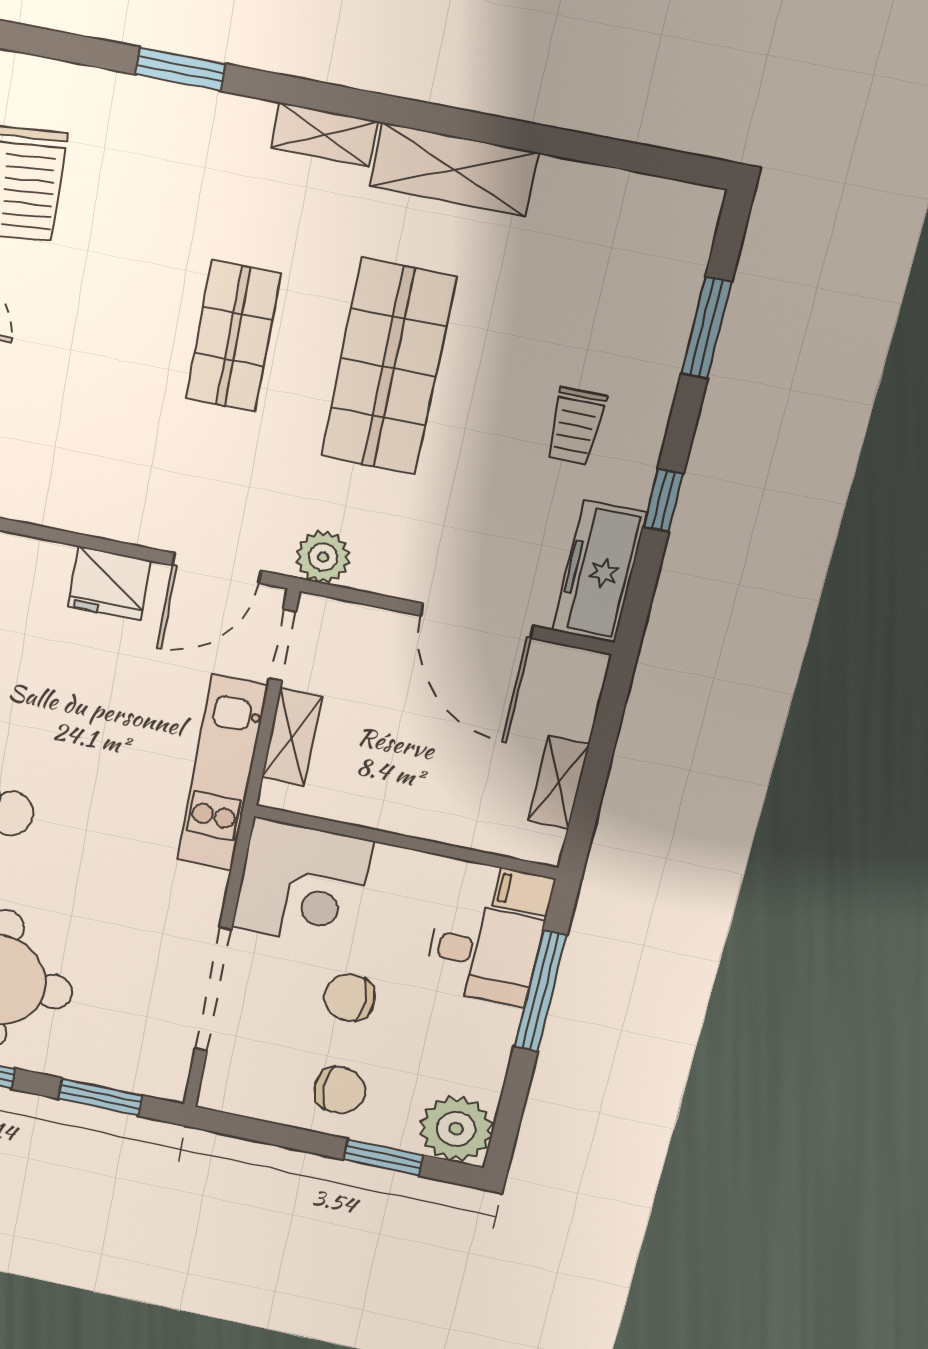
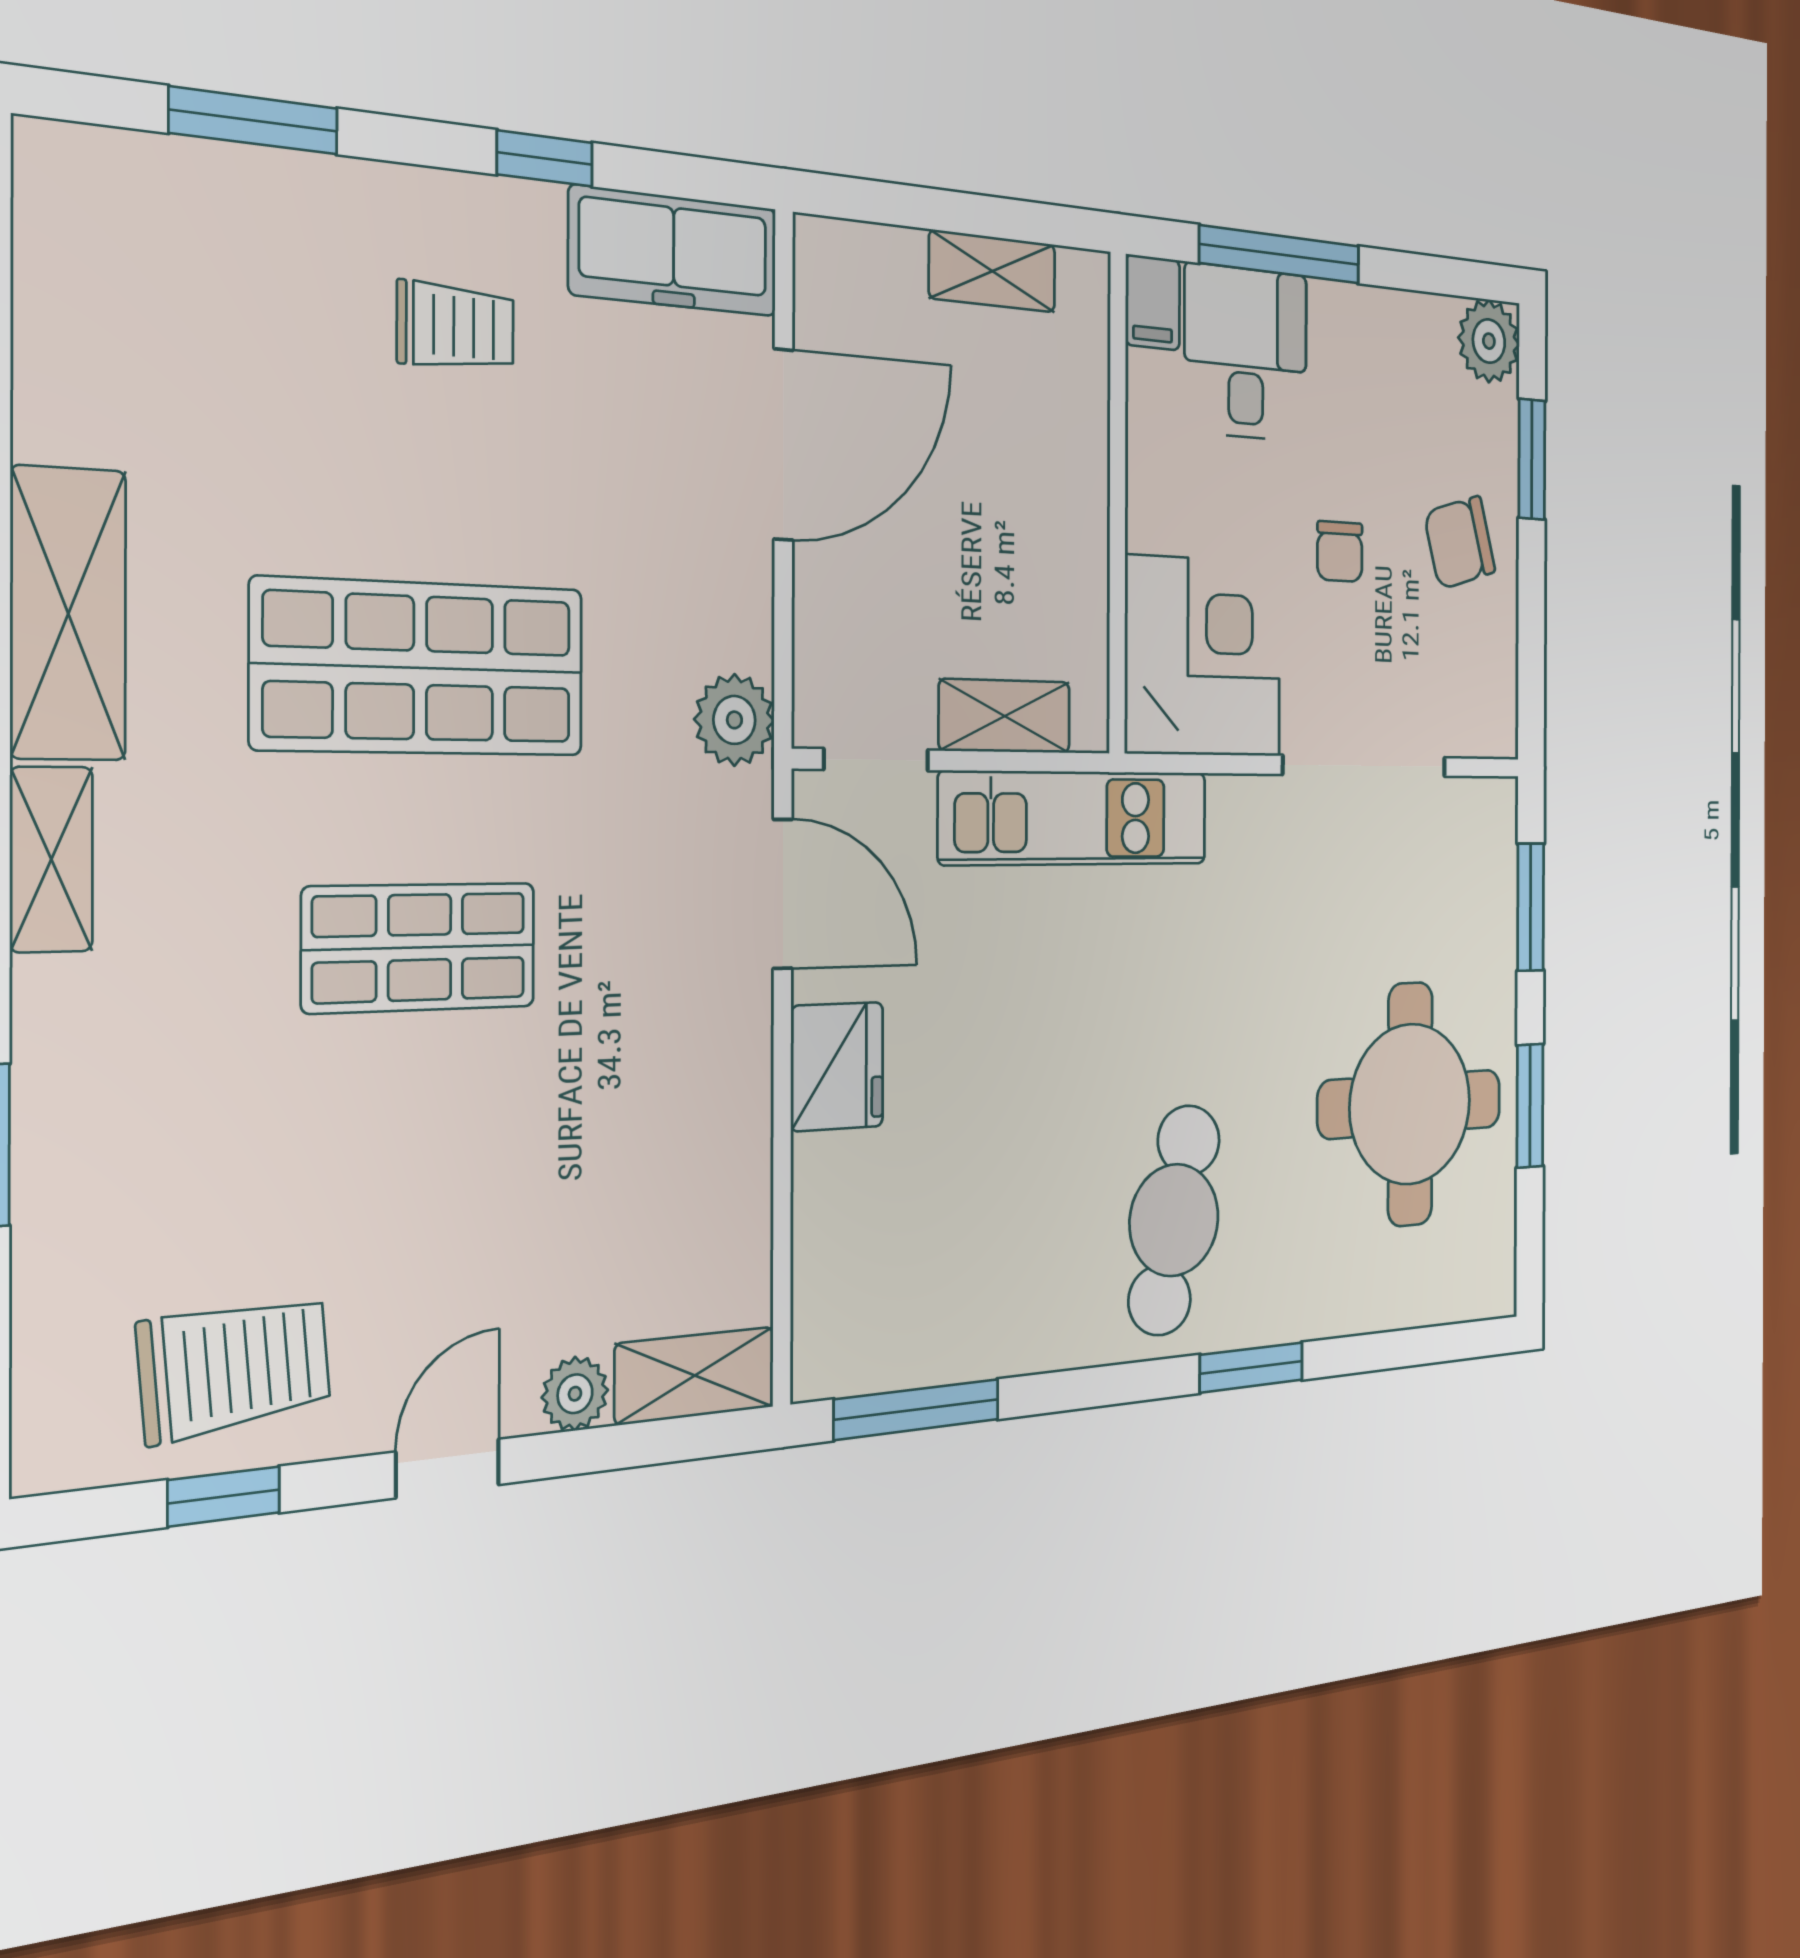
chair: (350, 998) -> (1340, 551), width x0.73, depth x0.73
chair: (340, 1090) -> (1460, 542), turned -106
plant: (456, 1129) -> (1489, 341), width x0.73, depth x0.73

